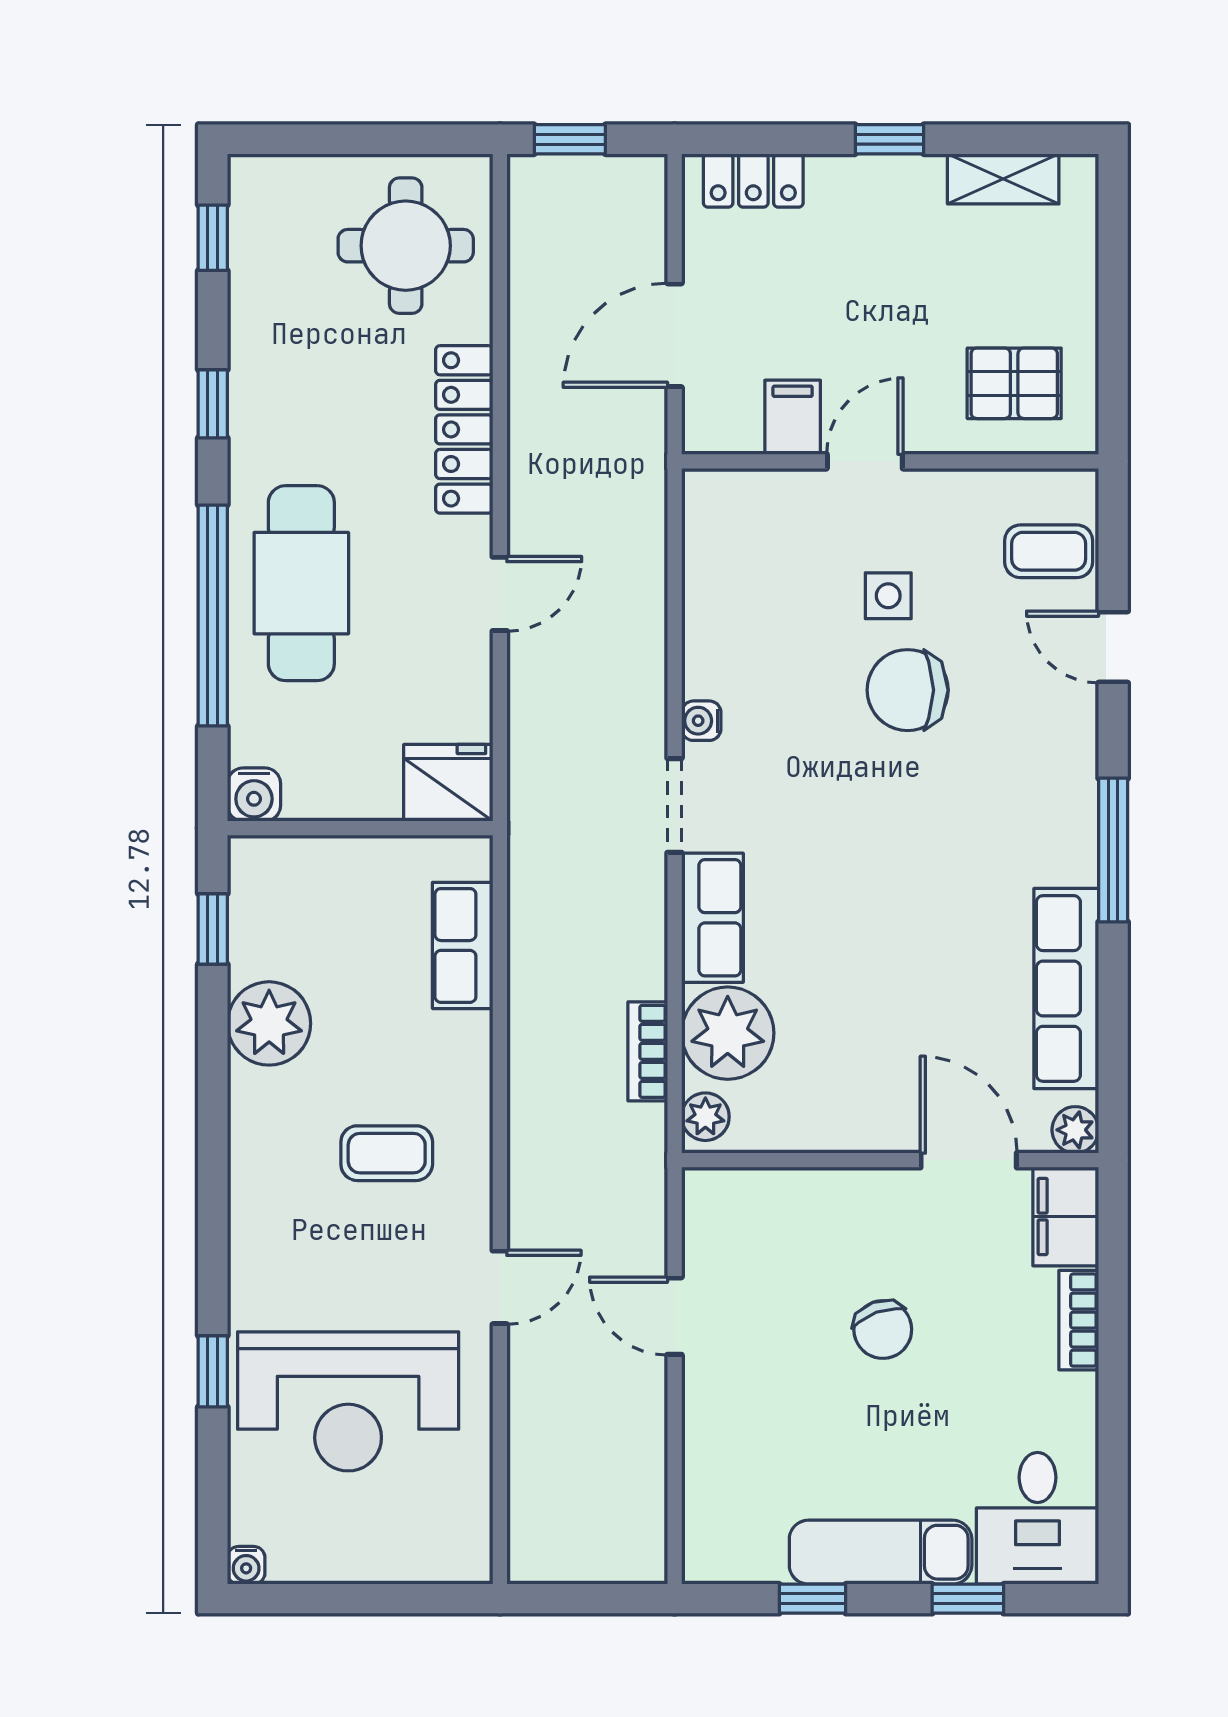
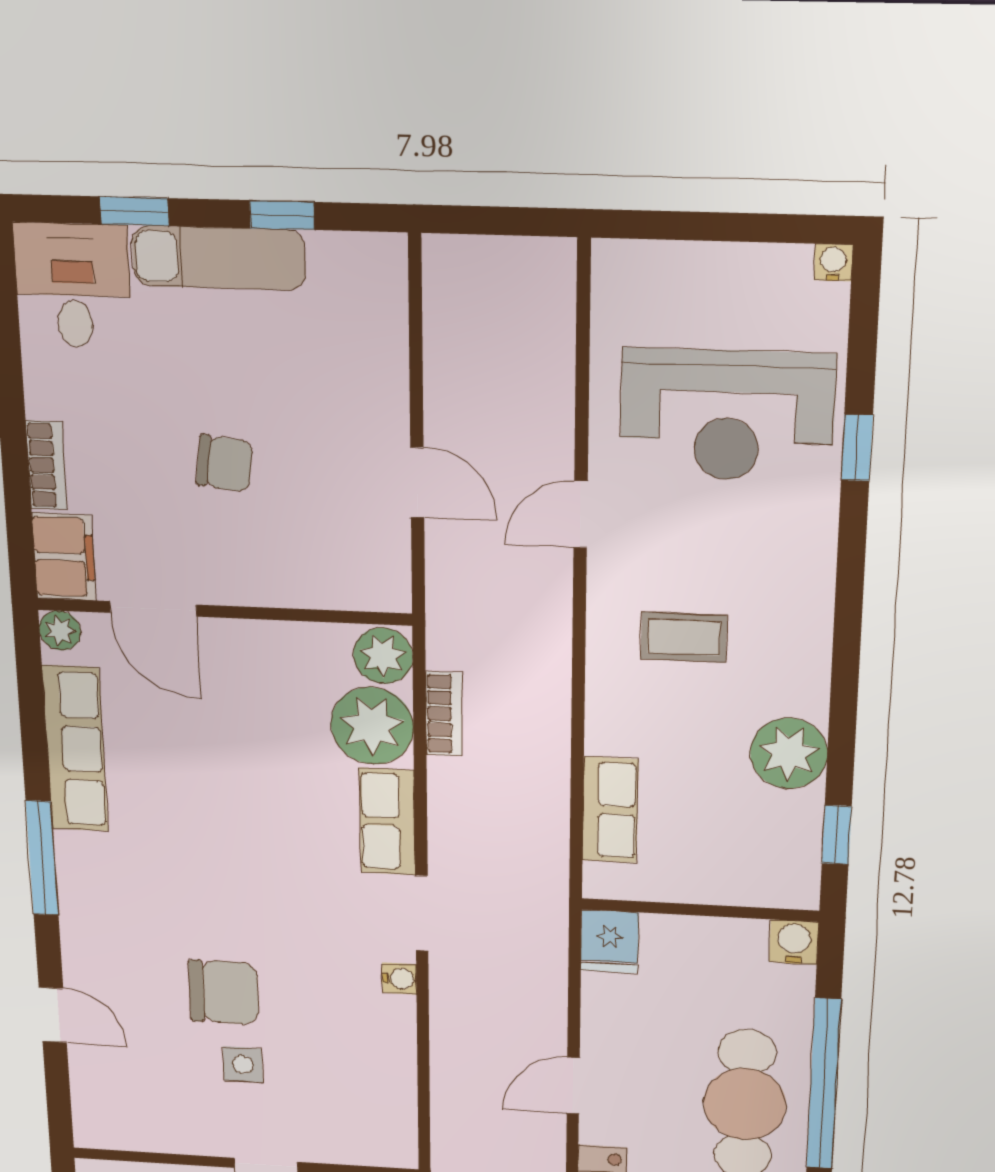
coffee table: (1049, 551) -> (111, 1090), removed
fridge: (448, 783) -> (610, 941), width x0.72
plant: (705, 1117) -> (383, 656), width x1.38, depth x1.38
chair: (883, 1330) -> (224, 463), turned 117
reception desk: (348, 1401) -> (727, 415), turned 180

